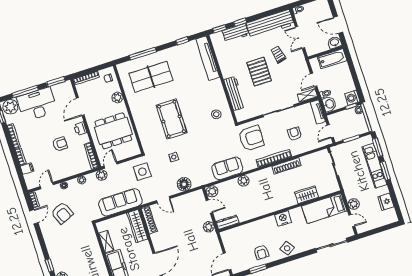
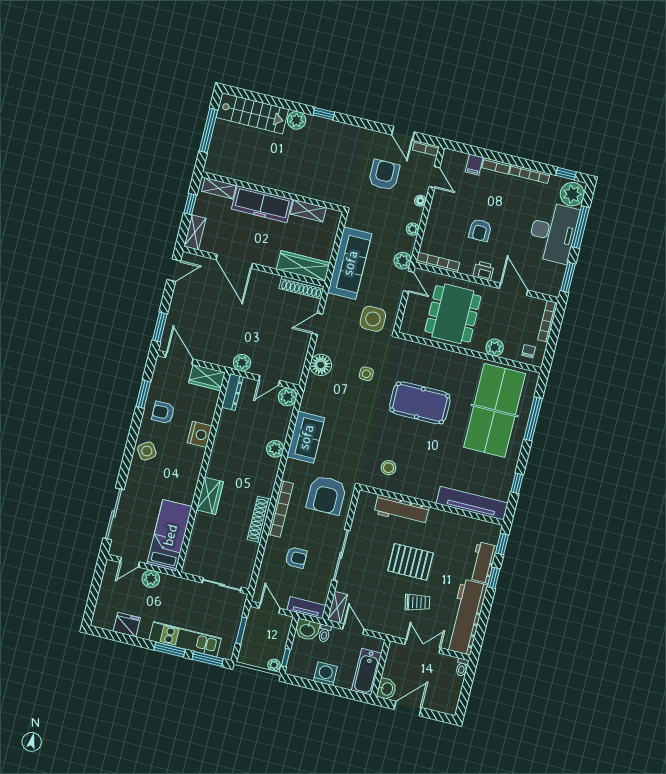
table tennis table: (151, 77) -> (495, 410), width x1.36, depth x1.32
washing machine: (352, 98) -> (325, 674), moved
wardrobe: (307, 195) -> (210, 496), moved
armchair: (62, 213) -> (384, 175), turned 112
nightstand: (283, 219) -> (200, 434), moved
wardrobe: (228, 240) -> (207, 378), added

